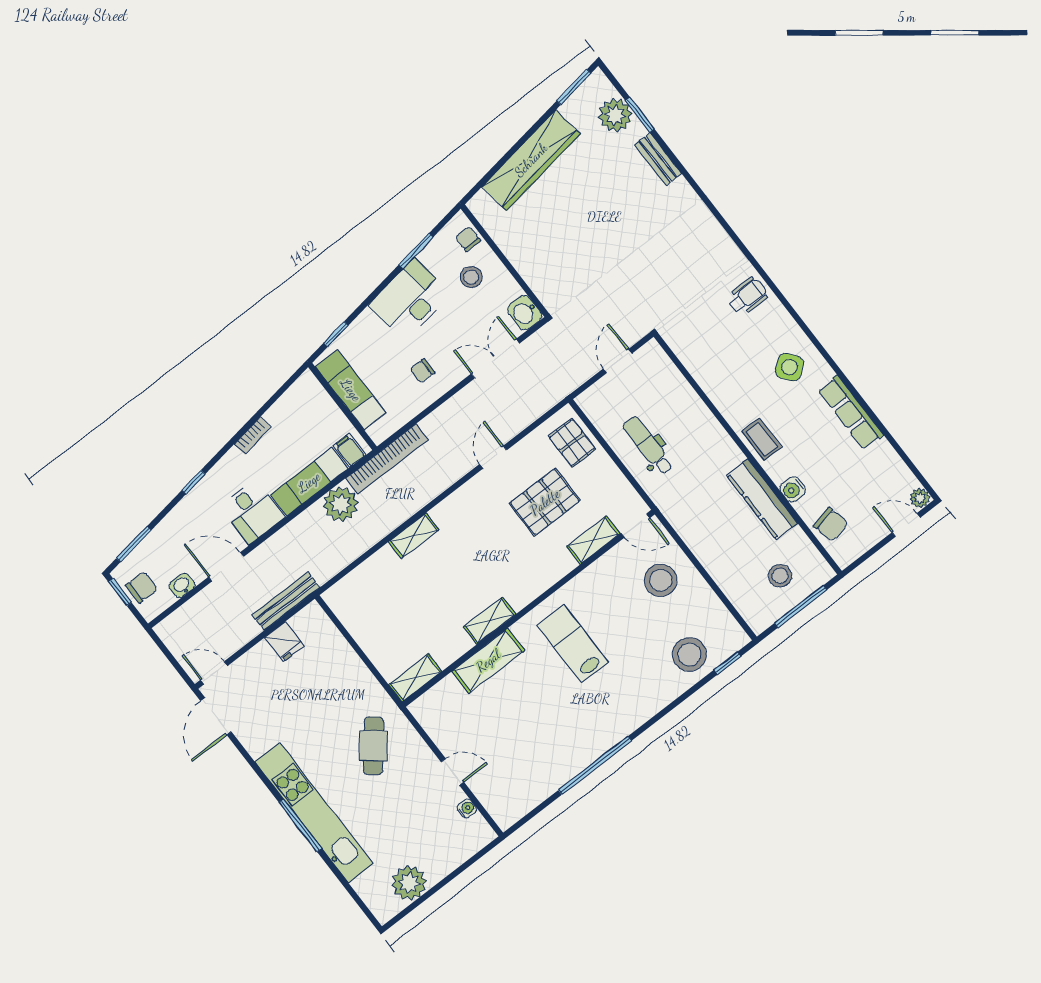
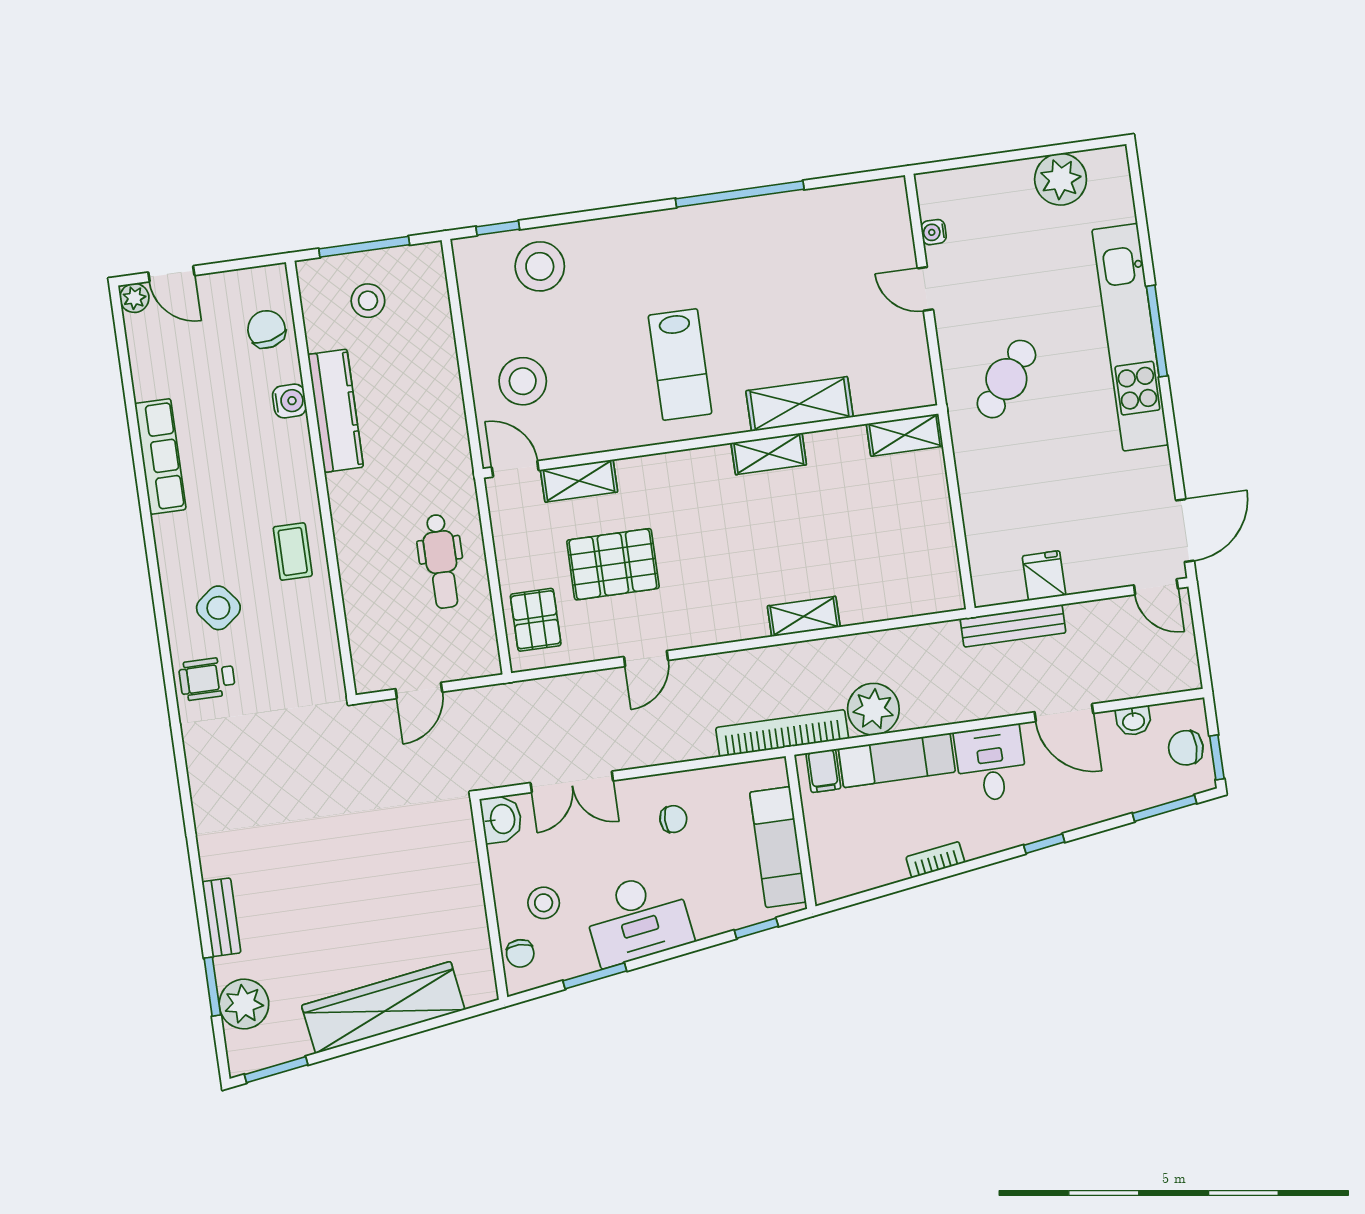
side table: (789, 367) -> (218, 608), moved
coffee table: (762, 439) -> (293, 551), moved

